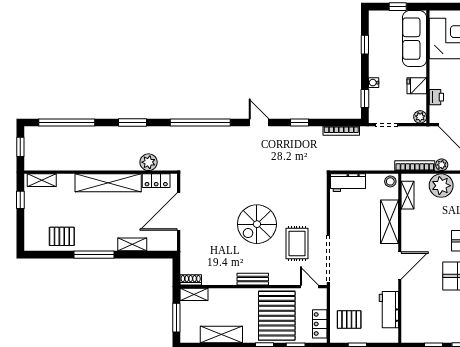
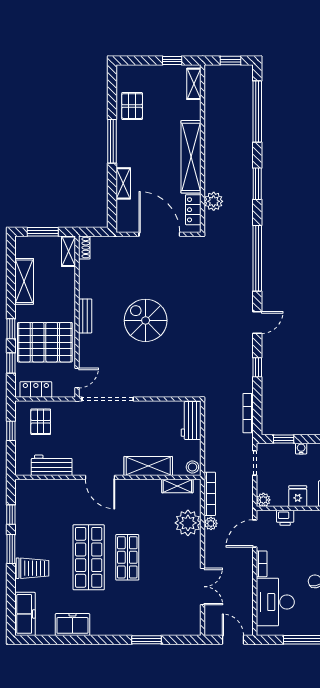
rug: (297, 244) -> (124, 364), removed

